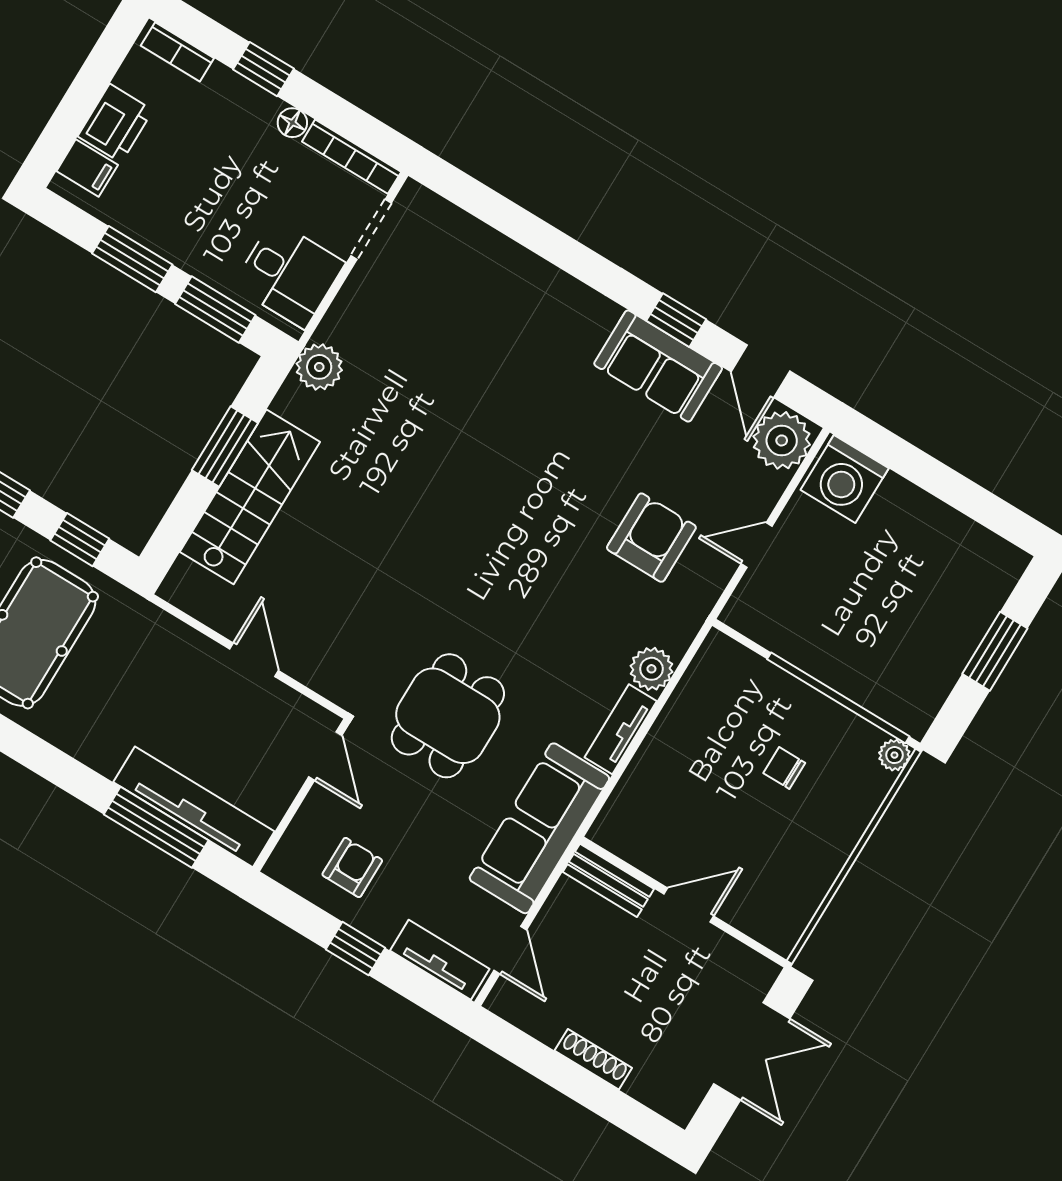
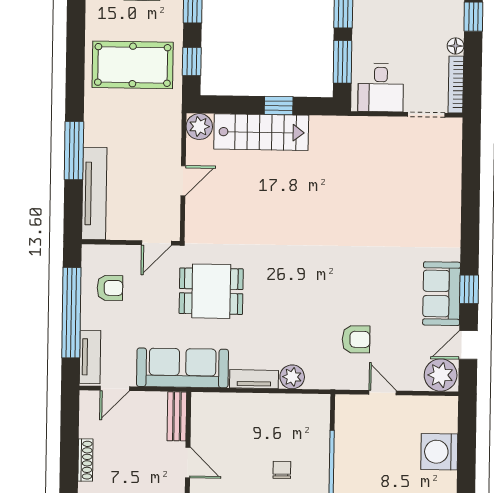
plant: (319, 367) -> (199, 127), moved
window: (225, 446) -> (279, 106), width x0.67
washing machine: (845, 479) -> (439, 452), moved
armchair: (651, 538) -> (356, 339), width x0.72, depth x0.72
window: (156, 827) -> (74, 151), moved
window: (356, 949) -> (71, 313), width x3.17

